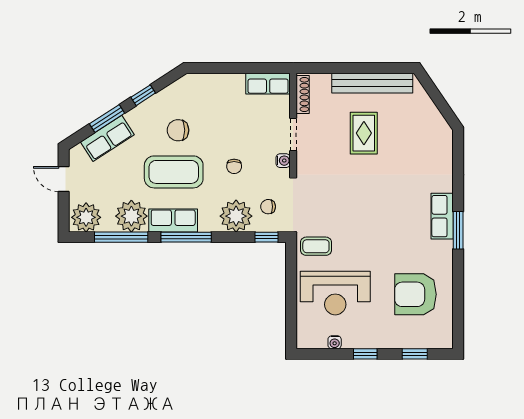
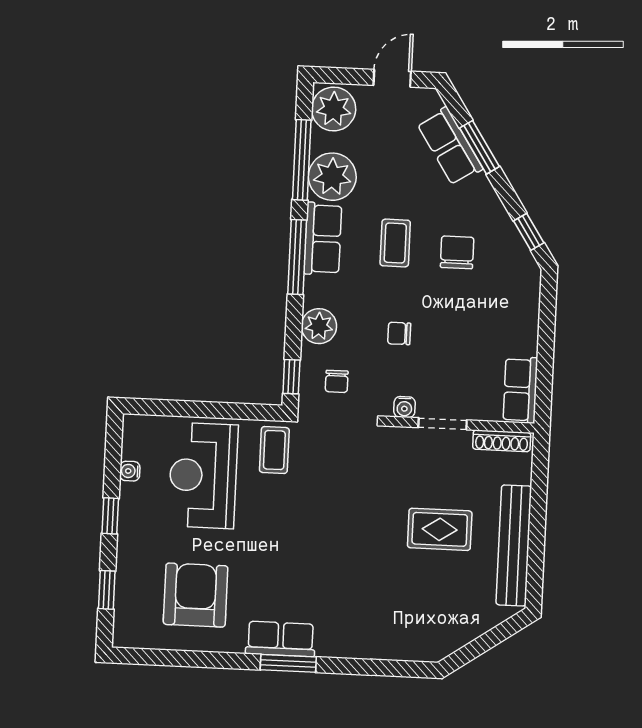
window: (143, 95) -> (529, 232), moved
coffee table: (174, 172) -> (395, 243), width x0.54, depth x0.58
chair: (268, 207) -> (337, 381), turned 180
plant: (236, 216) -> (319, 326), width x0.73, depth x0.73
row of seats: (442, 216) -> (281, 639), moved

